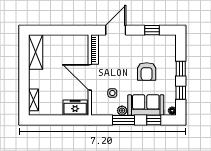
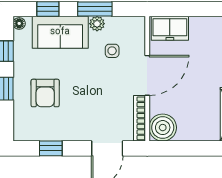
boiler: (80, 44) -> (163, 128), added
armchair: (147, 71) -> (45, 93), moved, turned 180
door: (90, 77) -> (147, 75), hinge flipped

